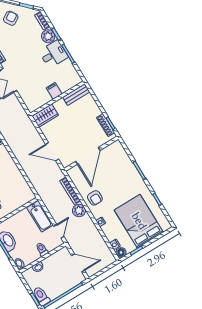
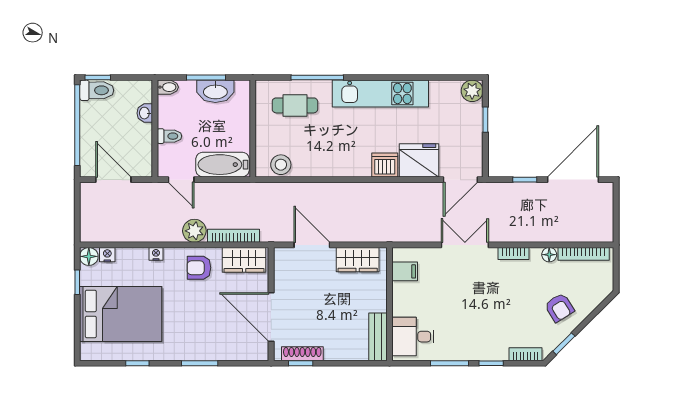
plant: (48, 36) -> (496, 349), removed
desk: (53, 54) -> (413, 337), moved, turned 90
filing cabinet: (54, 91) -> (405, 271), moved
wardrobe: (45, 116) -> (358, 260), moved, turned -90
door: (52, 152) -> (312, 245), hinge flipped
door: (88, 156) -> (271, 317), moved
wardrobe: (78, 179) -> (244, 260), added
stool: (23, 189) -> (281, 165), added
door: (78, 263) -> (113, 180), swing flipped

